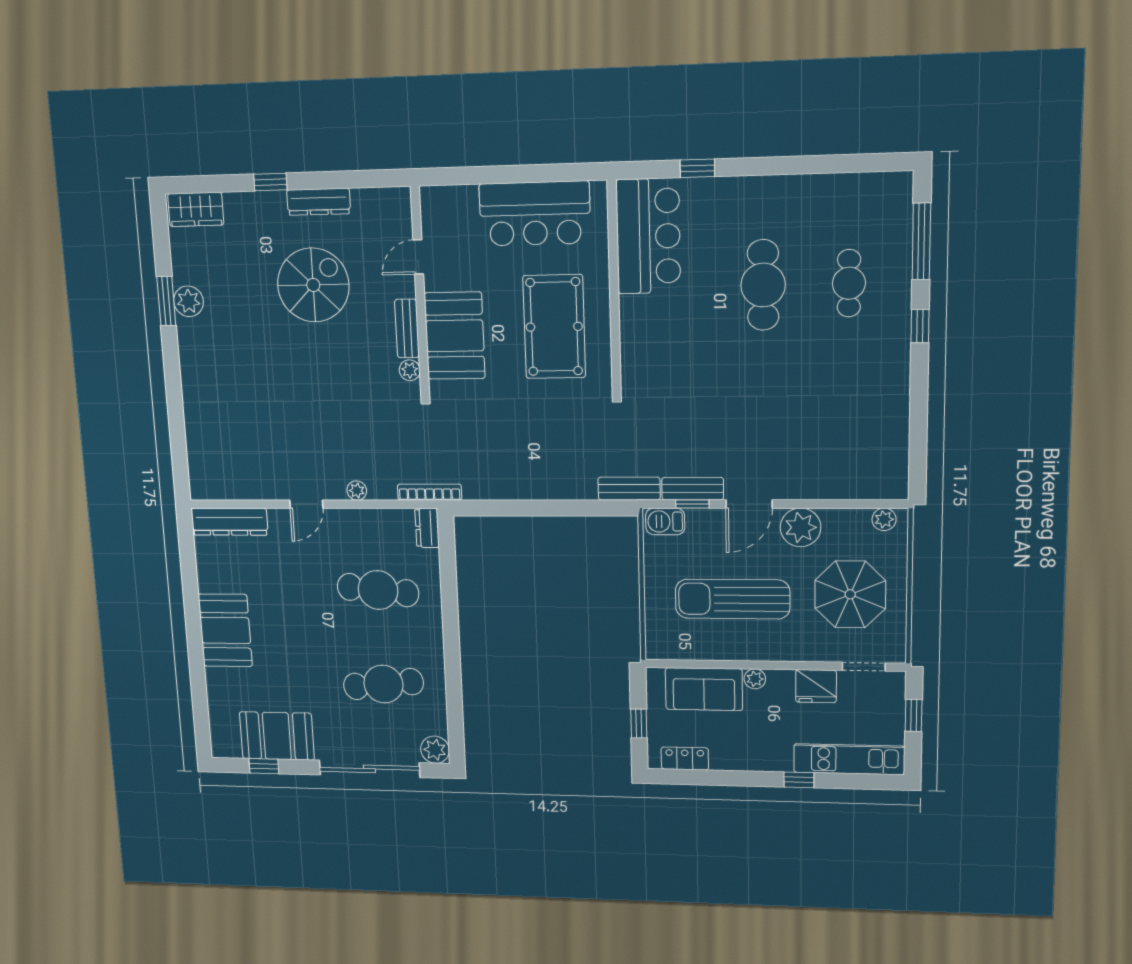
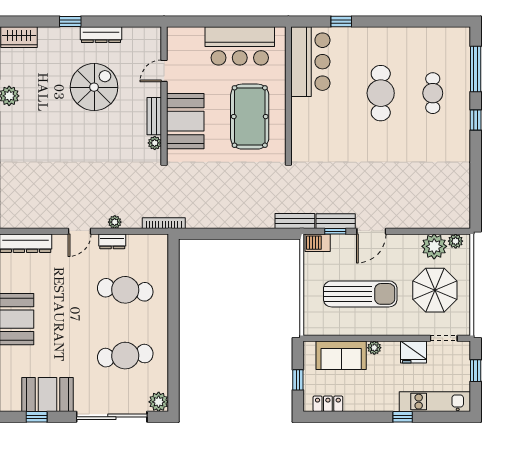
plant: (801, 527) -> (434, 246), moved
dresser: (427, 528) -> (112, 241), moved, turned -90
sun lounger: (732, 599) -> (360, 294), turned 180

